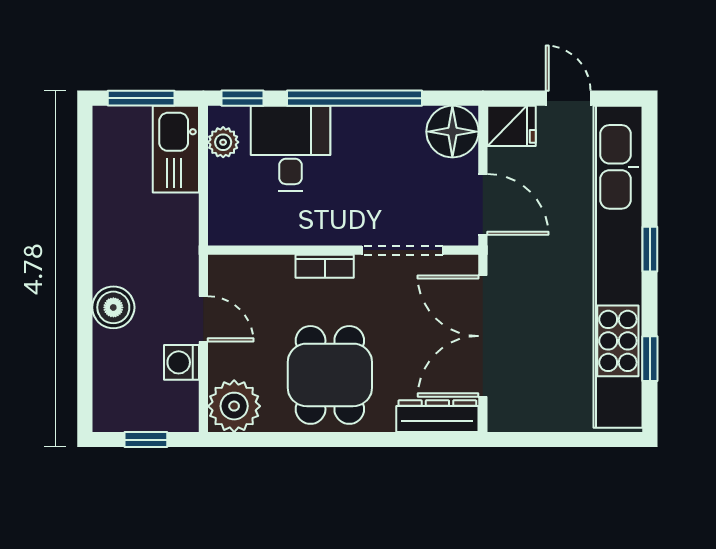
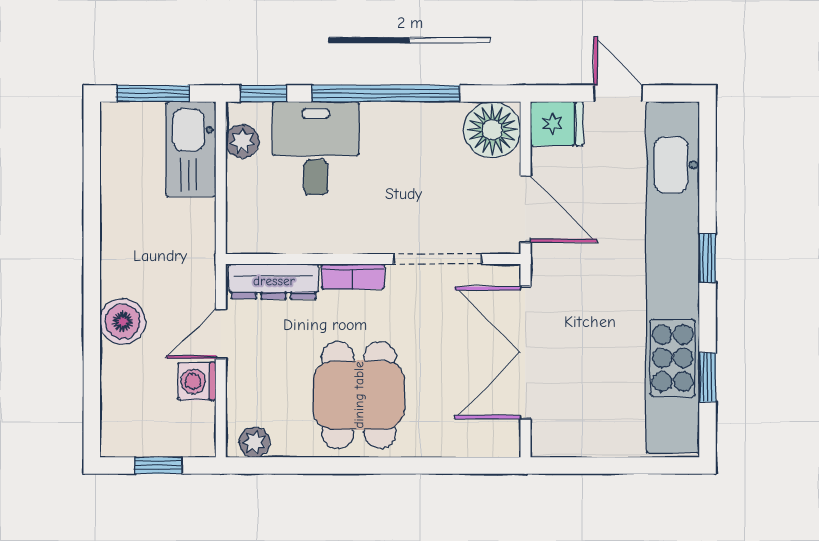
door: (203, 319) -> (221, 334), swing flipped
plant: (234, 406) -> (254, 442), width x0.53, depth x0.53
dresser: (437, 416) -> (274, 281), moved, turned 180

